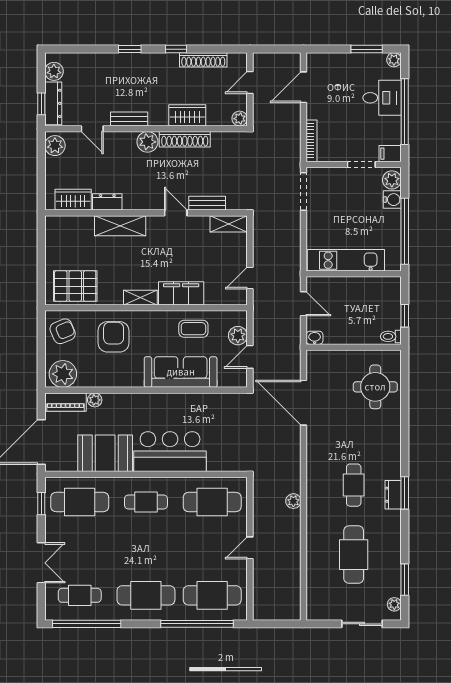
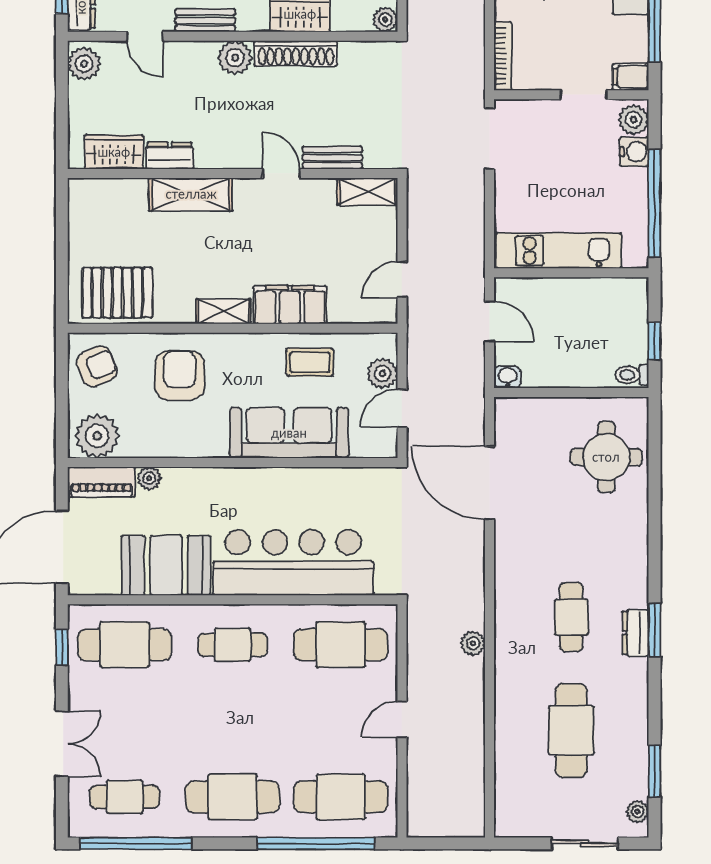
bar counter: (170, 452) -> (293, 563), width x1.36

